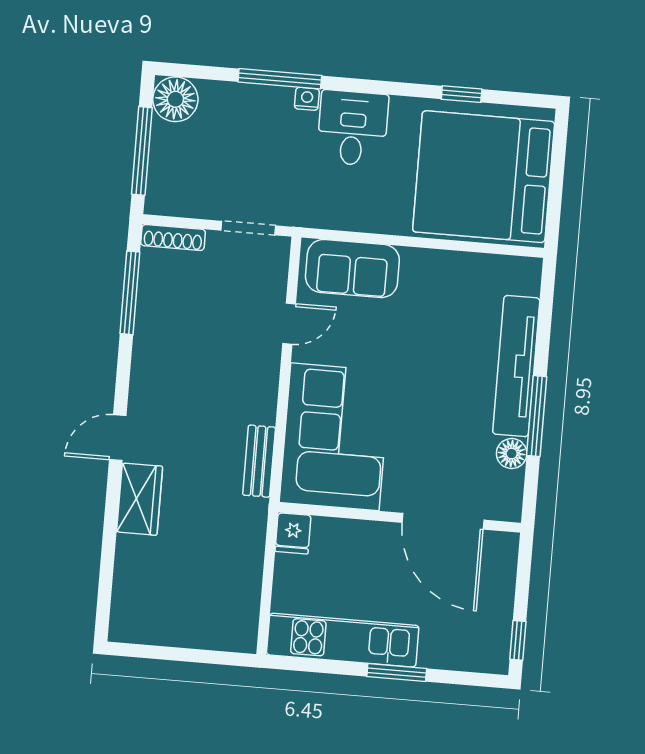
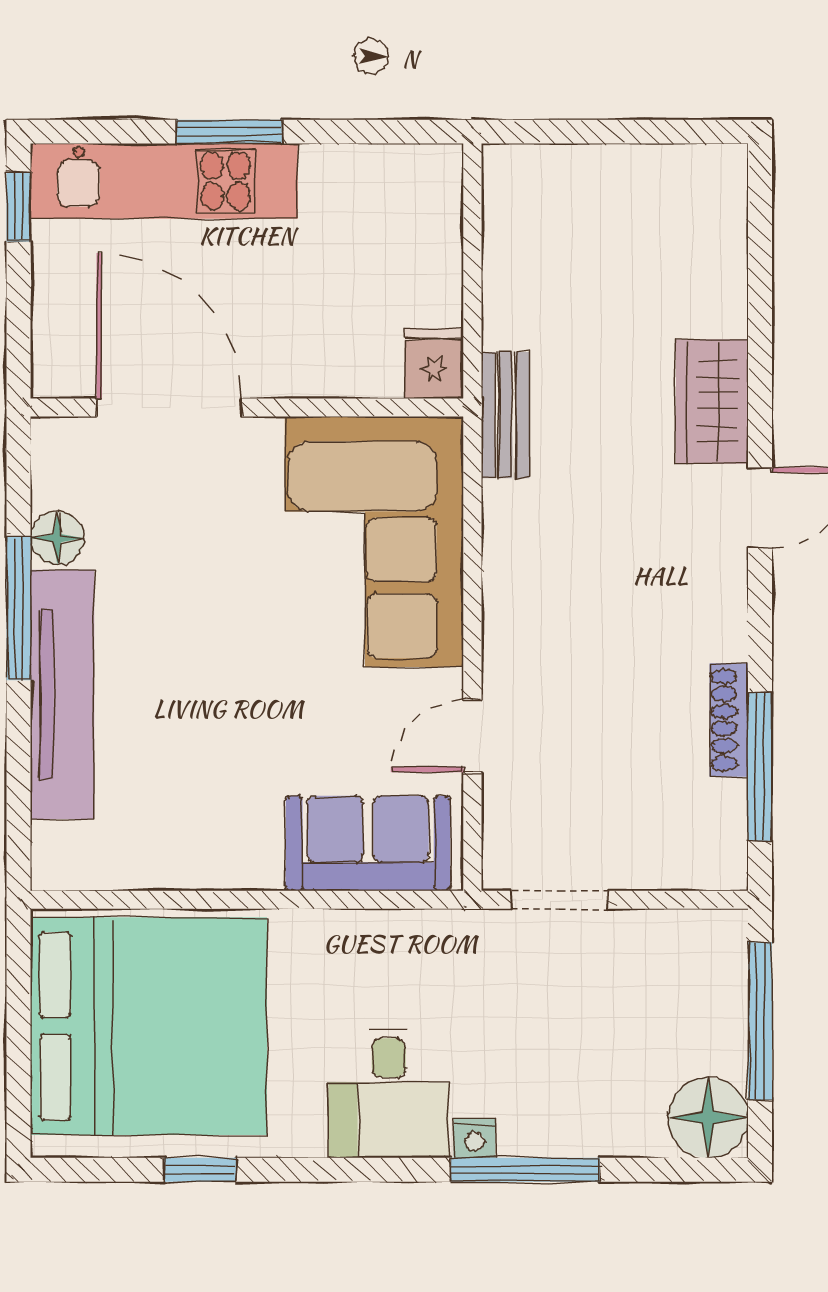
shoe rack: (173, 238) -> (729, 720), moved, turned -90
bench: (259, 461) -> (505, 415), moved
kitchen unit: (343, 640) -> (164, 181), moved

